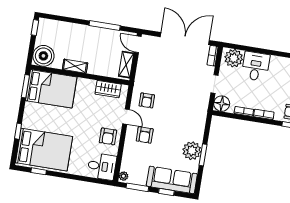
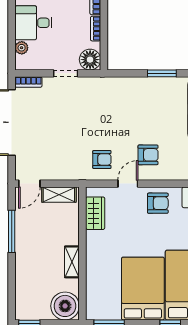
plant: (234, 58) -> (22, 48), width x0.53, depth x0.53
bed: (51, 89) -> (143, 289), moved
plant: (192, 151) -> (159, 89), removed

